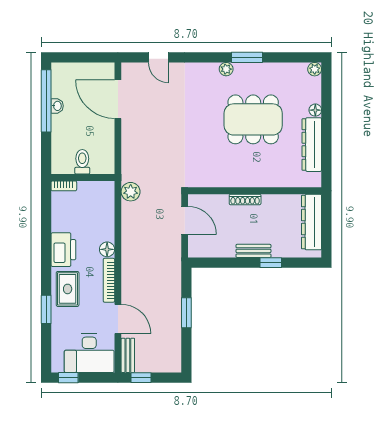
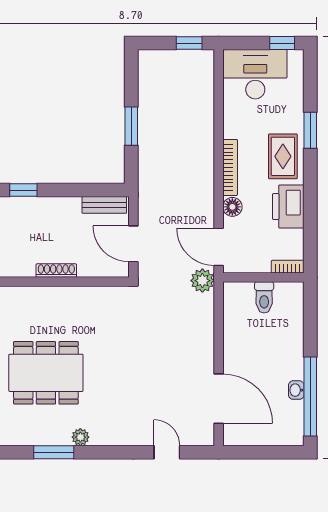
toilet: (82, 162) -> (264, 297), moved
wall: (83, 177) -> (263, 277), moved
bookcase: (64, 186) -> (288, 267), moved
bench: (253, 251) -> (104, 205), moved
door: (118, 319) -> (219, 247), moved
bench: (128, 355) -> (206, 72), removed

